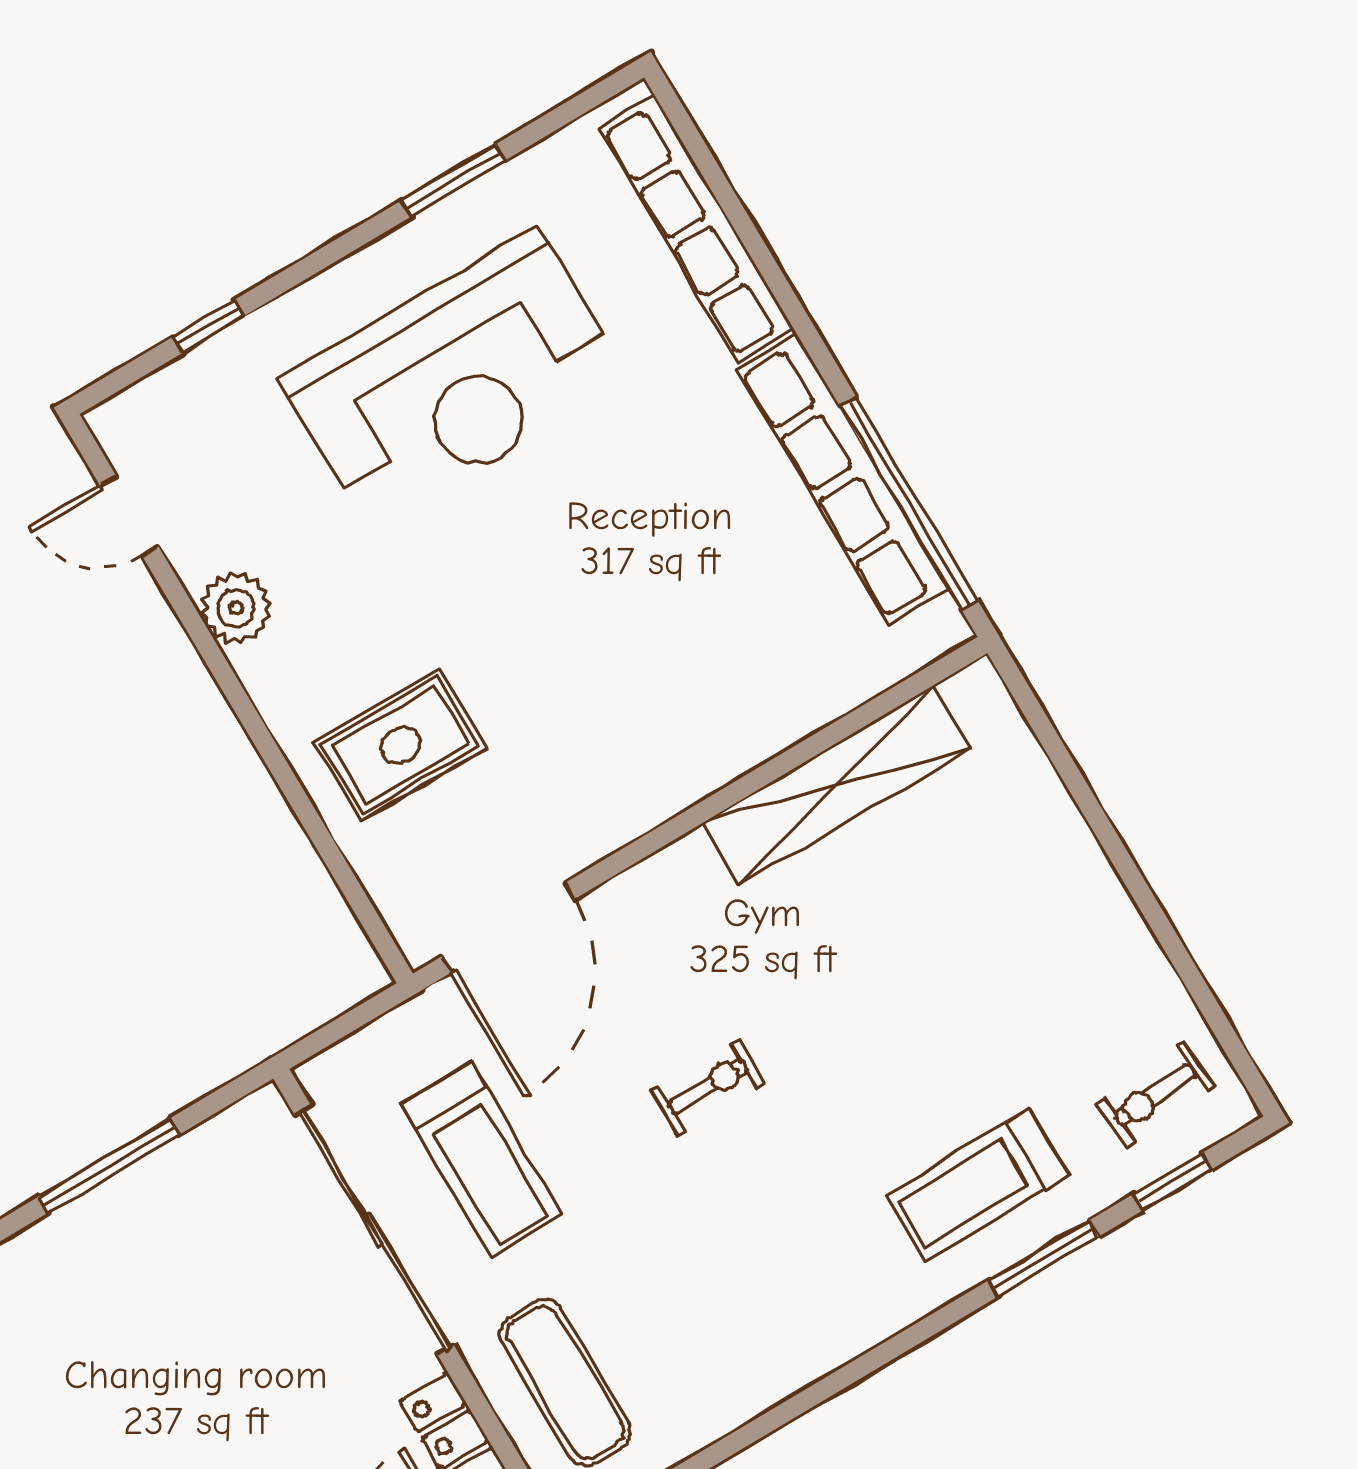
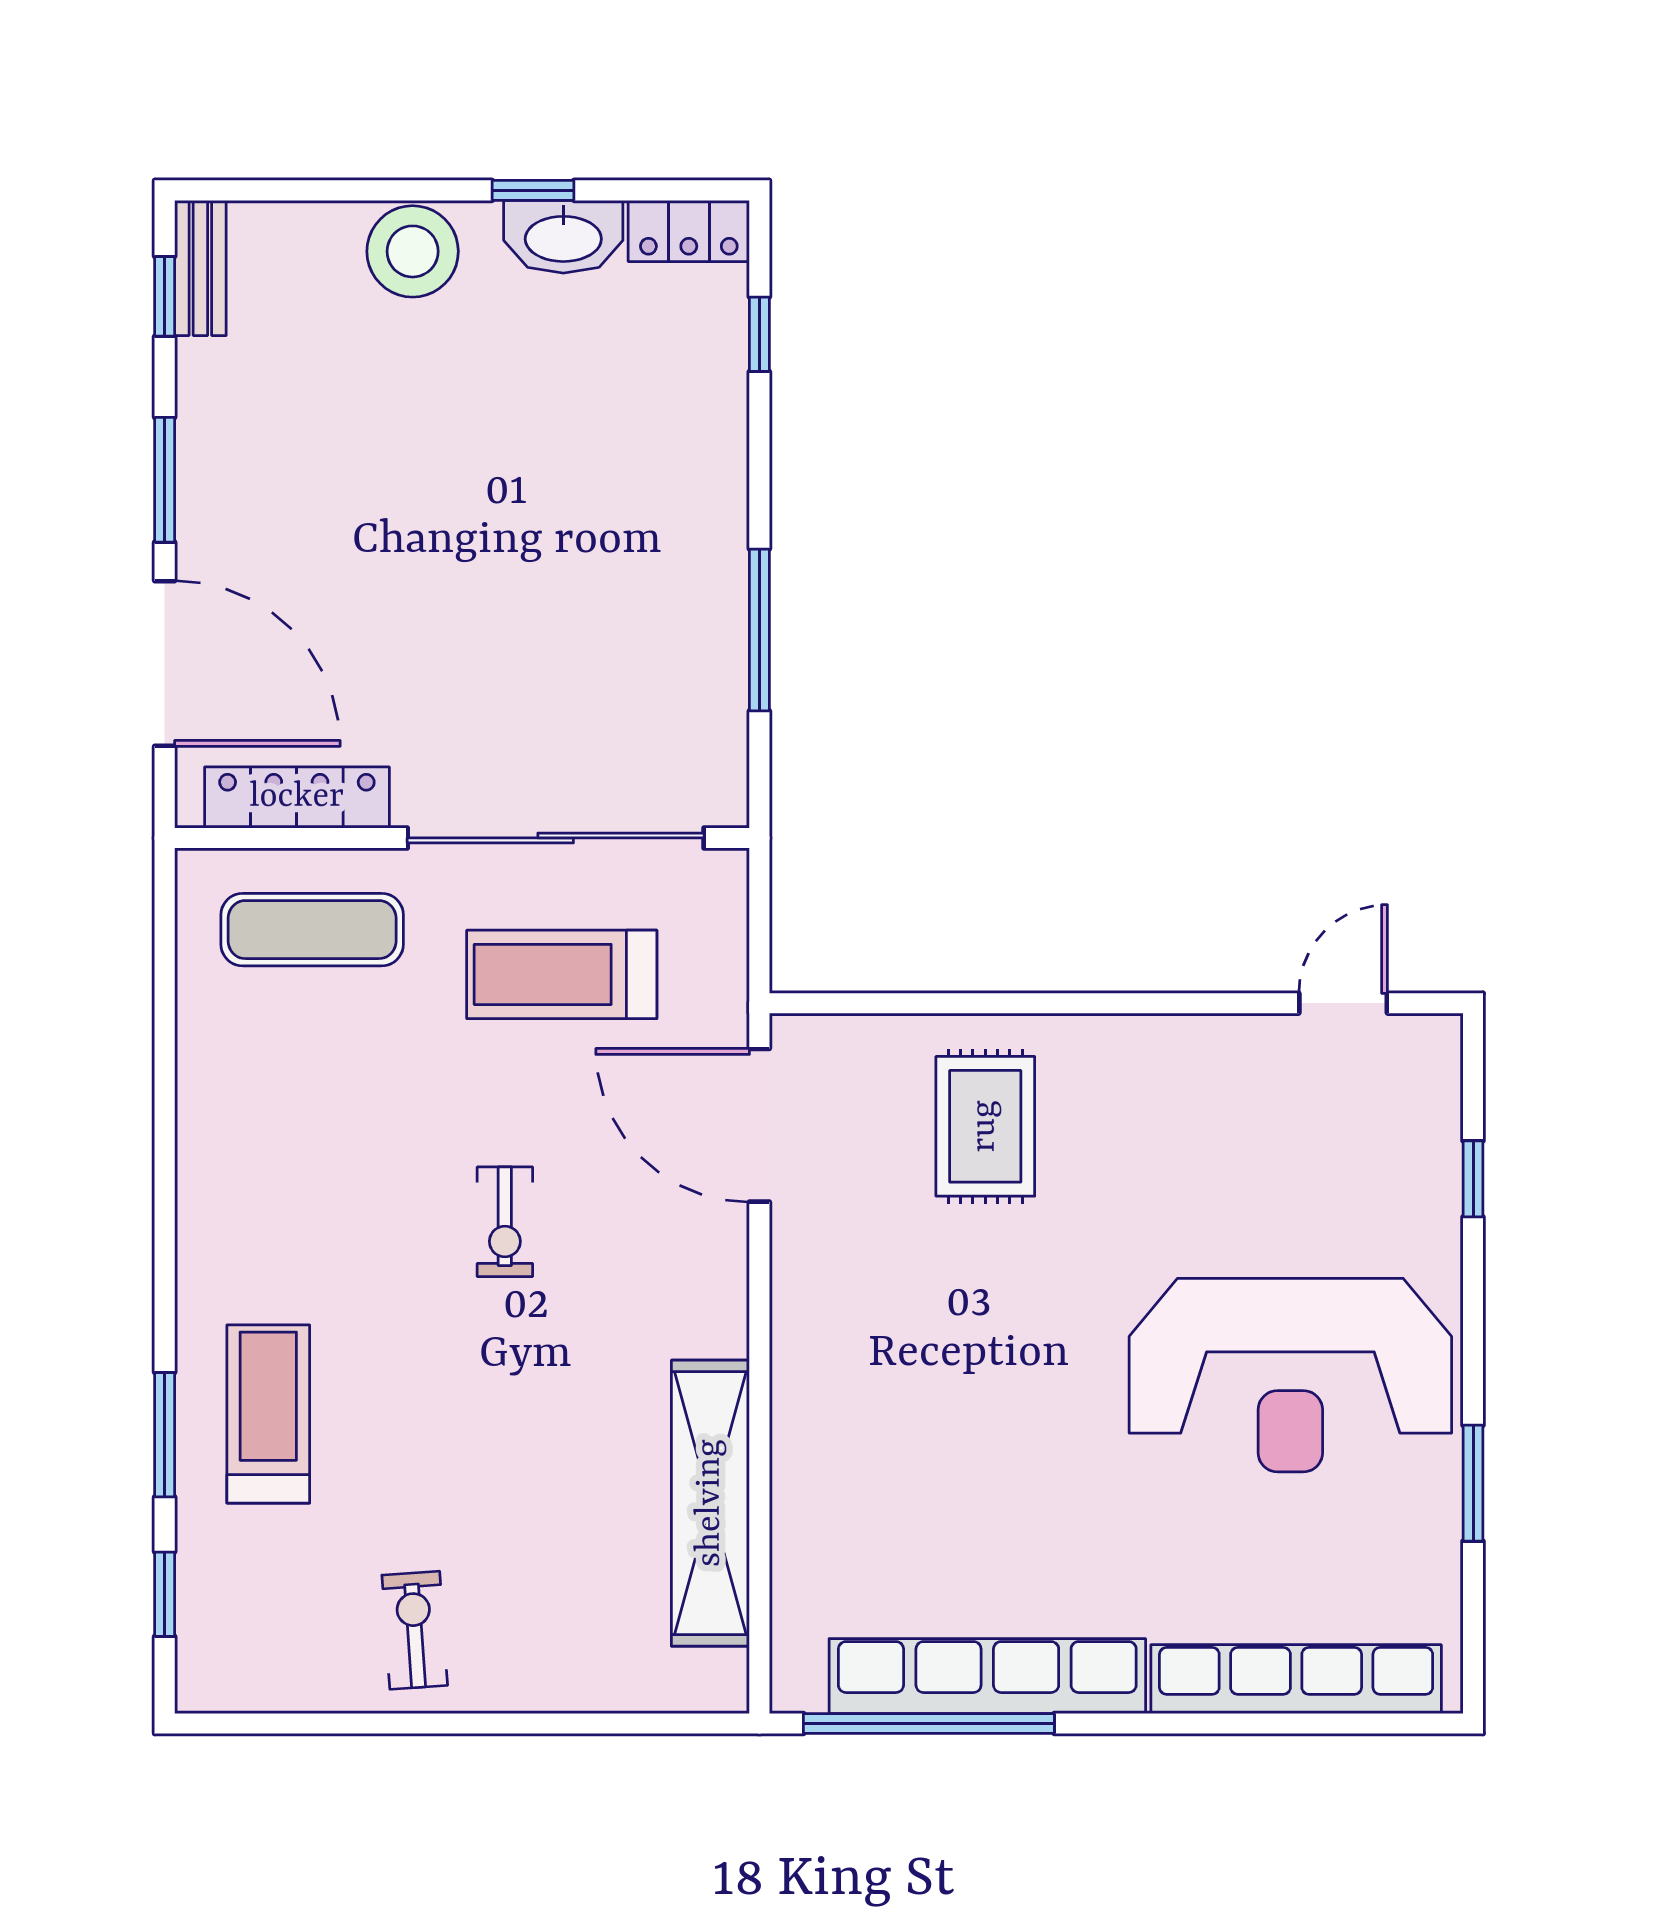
reception desk: (454, 379) -> (1290, 1375), turned -90
plant: (236, 608) -> (1201, 1051), removed
exercise bike: (1155, 1095) -> (415, 1630), moved

